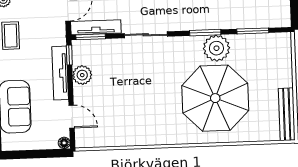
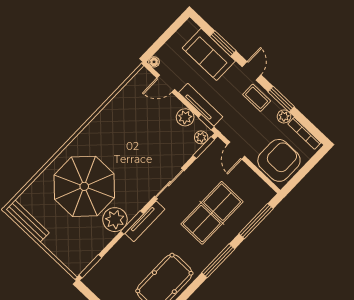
tv unit: (96, 27) -> (145, 221), moved
window: (253, 31) -> (90, 266), moved
plant: (85, 47) -> (201, 137), added

